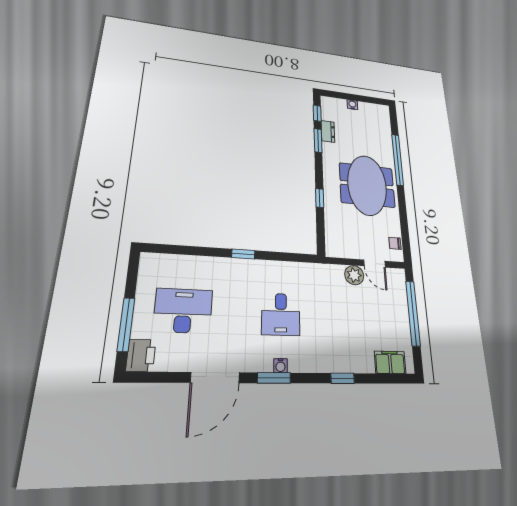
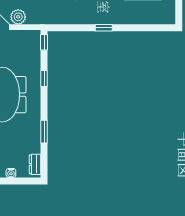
window: (317, 113) -> (44, 42), moved
dresser: (328, 131) -> (35, 164), moved

